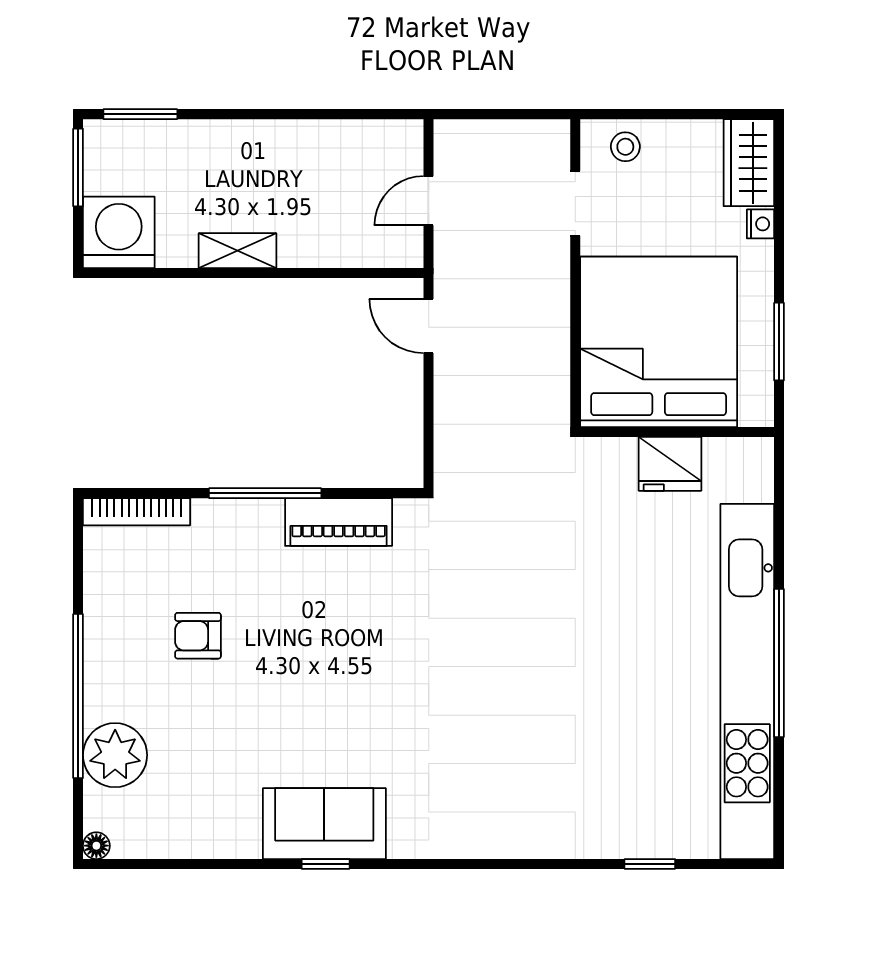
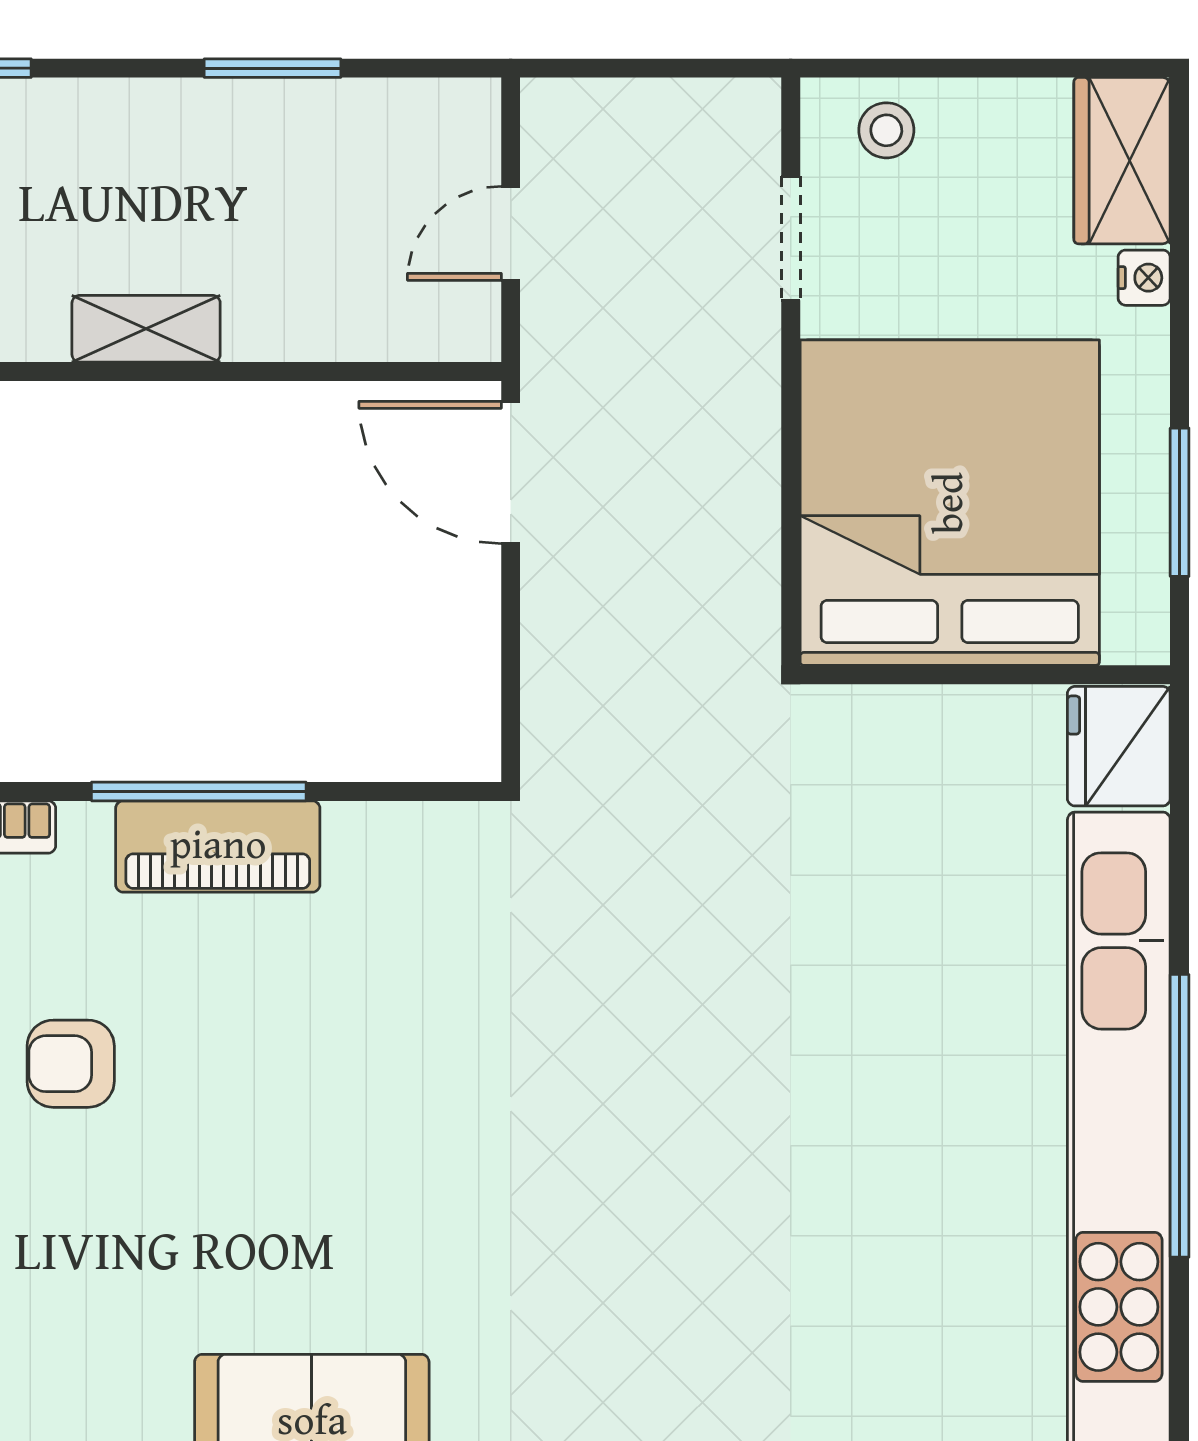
window: (304, 114) -> (272, 68), added
door: (429, 326) -> (511, 472), width x1.38
fridge: (670, 464) -> (1119, 746), moved, turned 90
piano: (339, 522) -> (218, 846), moved

